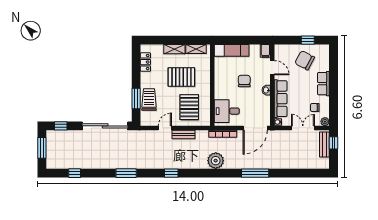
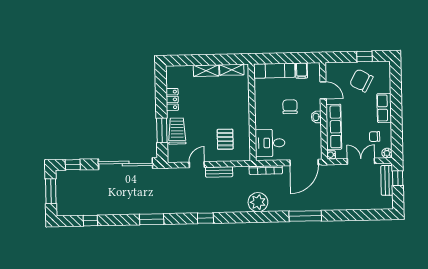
filing cabinet: (265, 51) -> (302, 71), moved
locker: (145, 62) -> (172, 99), moved
pallet: (181, 77) -> (215, 104), removed
pallet: (189, 107) -> (225, 139), width x0.67, depth x0.71

